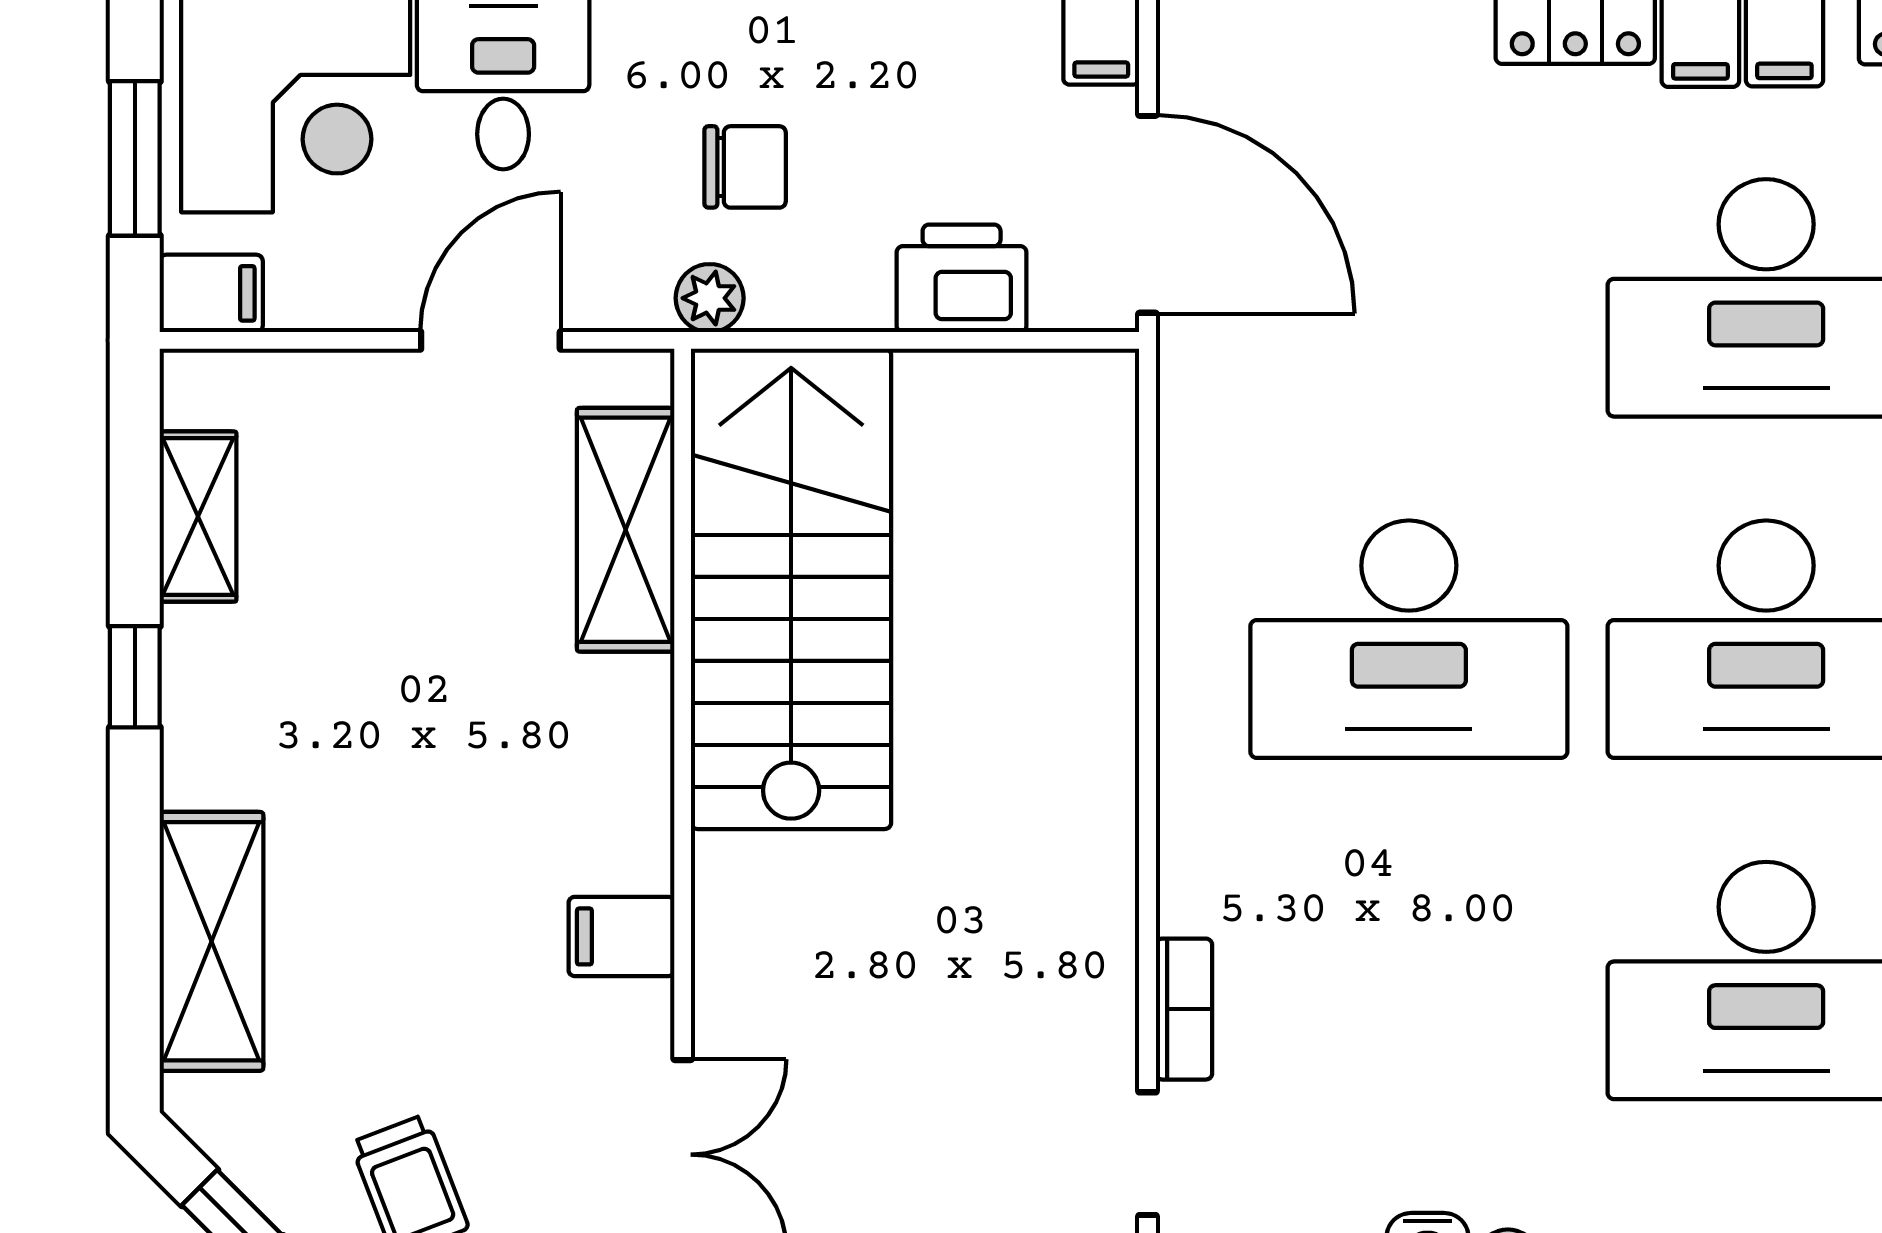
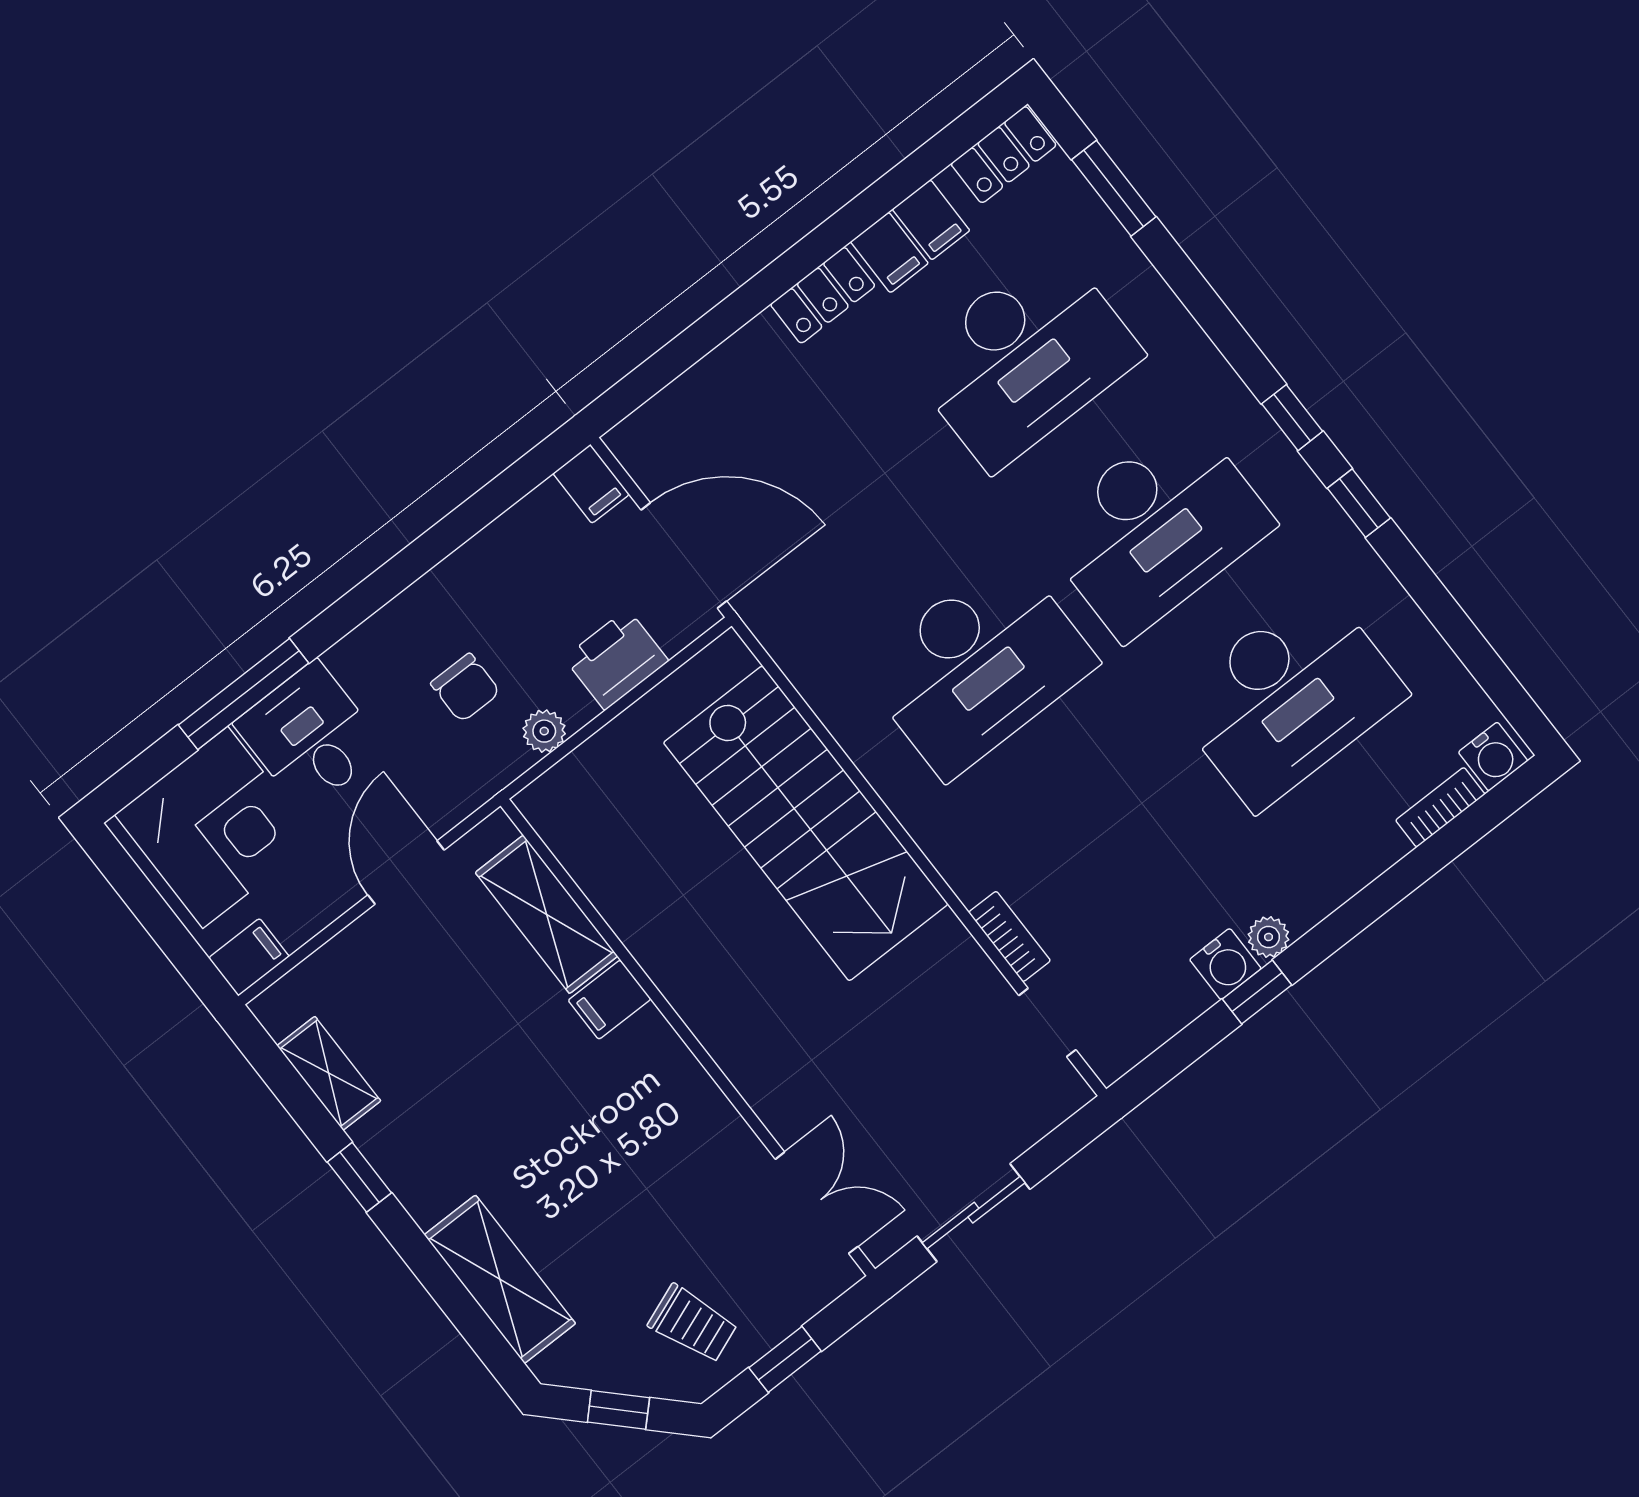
window: (135, 158) -> (159, 920), removed
chair: (745, 167) -> (465, 688), turned 90
plant: (710, 298) -> (544, 731), moved
stairs: (791, 589) -> (806, 823), moved, turned 180
filing cabinet: (621, 936) -> (610, 1000), moved

